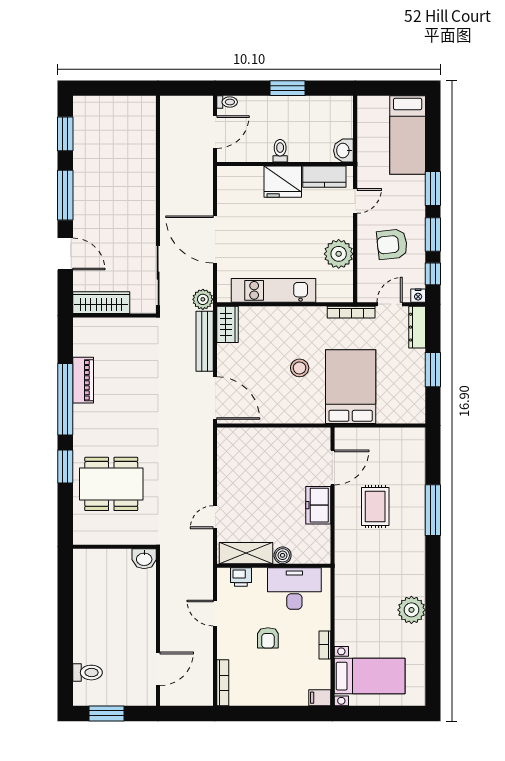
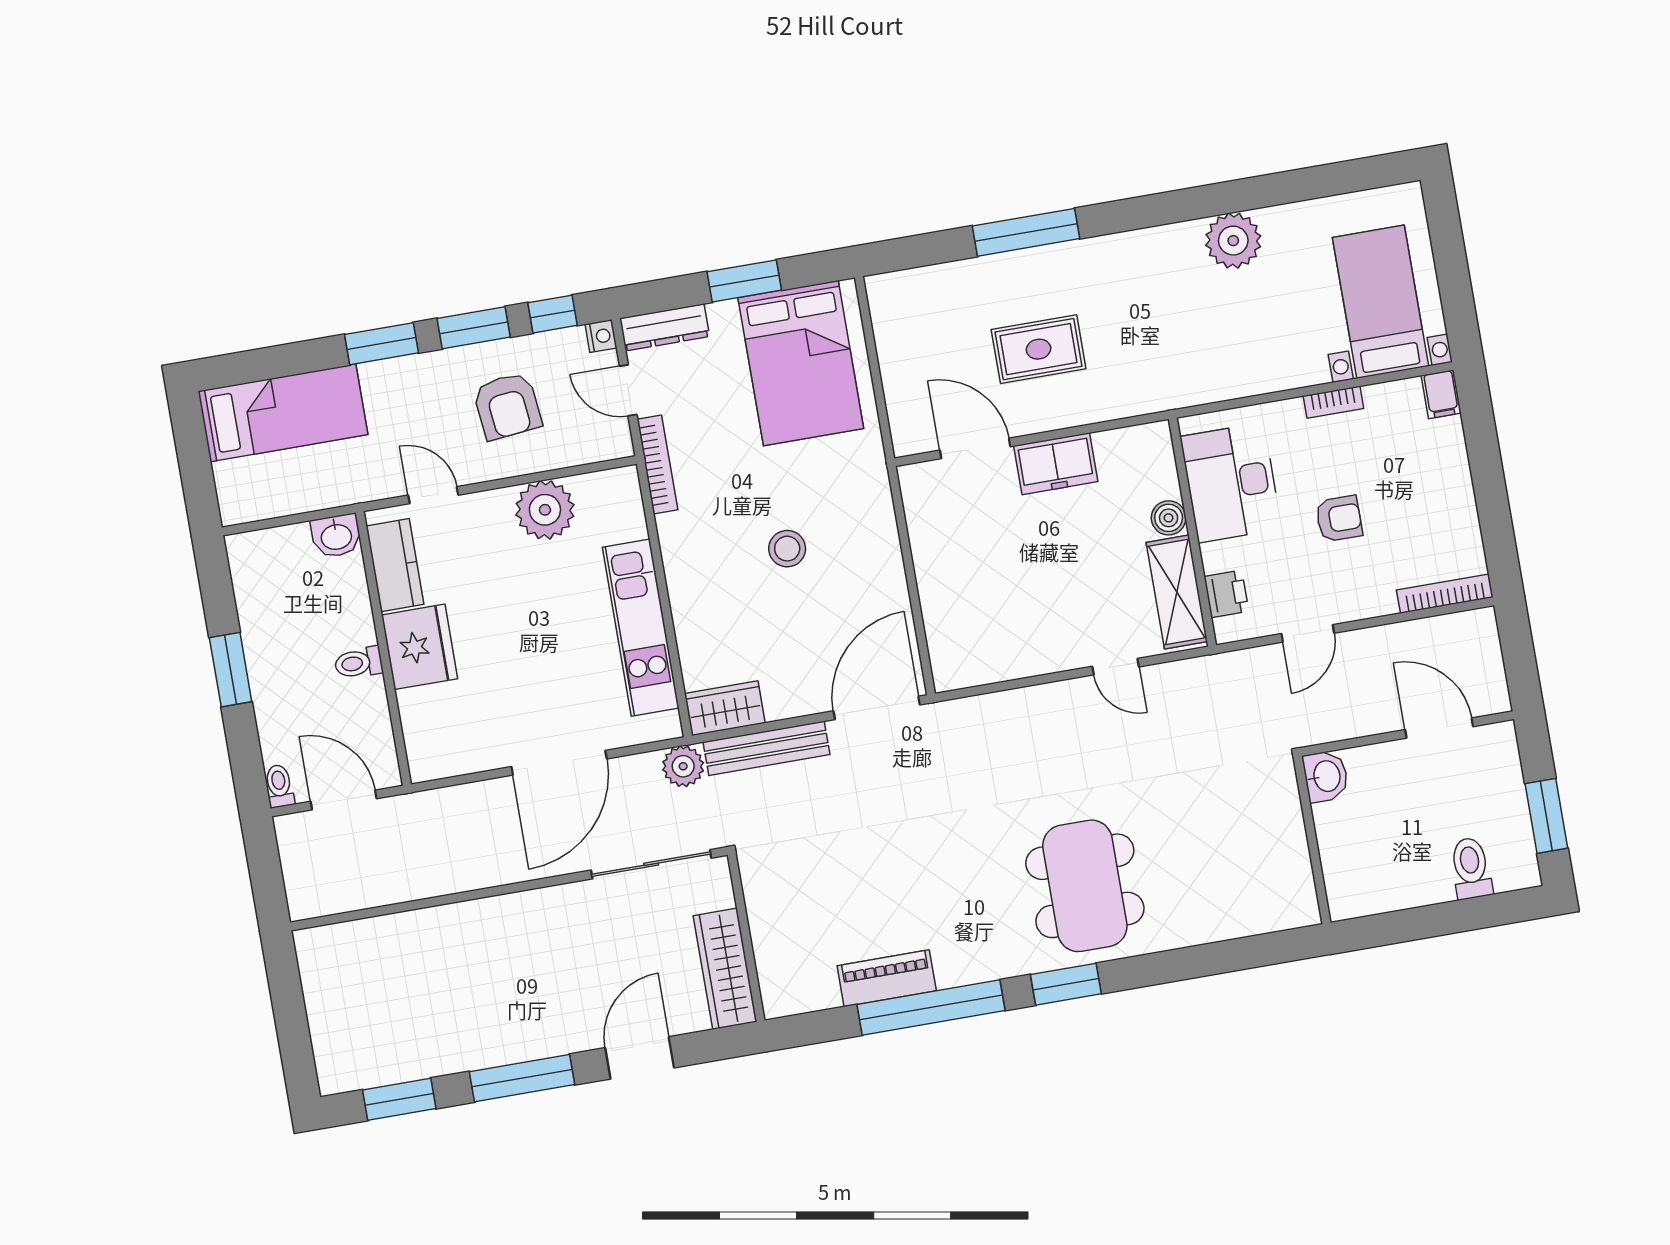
bed: (351, 387) -> (801, 363), moved, turned -90
wall: (114, 547) -> (1312, 840), moved
washbasin: (144, 559) -> (1326, 776), moved

